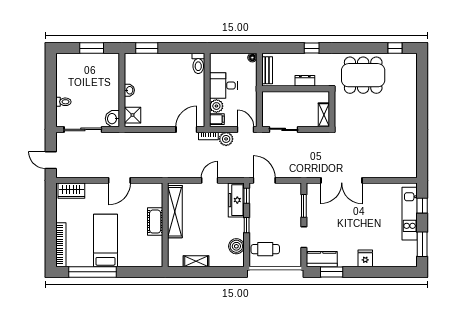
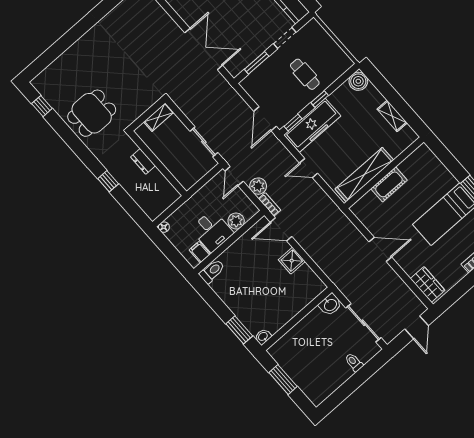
bench: (267, 70) -> (164, 204), removed
dining table: (363, 75) -> (92, 113), width x0.73
washbasin: (129, 90) -> (263, 337), moved
shower: (132, 115) -> (292, 261), moved
filing cabinet: (217, 119) -> (200, 252), moved
freezer: (236, 200) -> (312, 125), width x1.36, depth x1.26
boiler: (236, 246) -> (358, 81), moved
cafe table: (265, 249) -> (305, 74), moved

